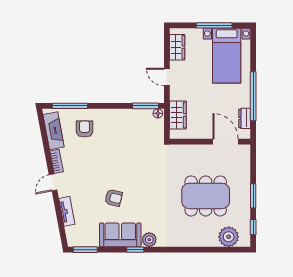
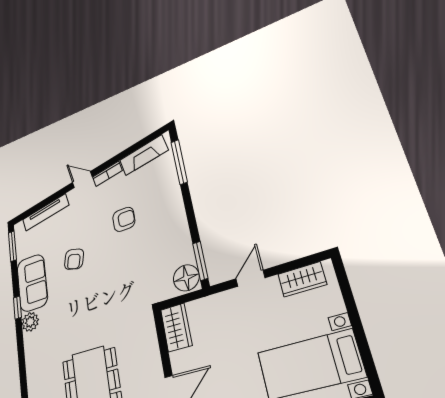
window: (214, 25) -> (358, 329), removed
floor lamp: (158, 113) -> (186, 278), width x1.89, depth x1.89
wardrobe: (178, 115) -> (176, 327), moved, turned -90
armchair: (85, 129) -> (124, 219), moved
tv unit: (67, 211) -> (46, 212), width x1.41

